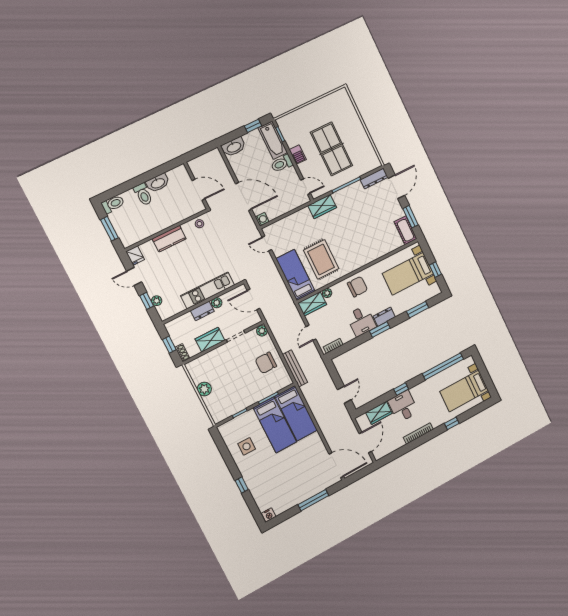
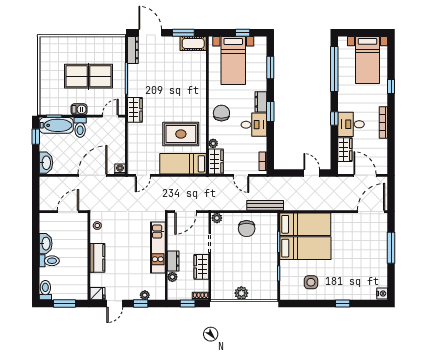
plant: (217, 303) -> (172, 277), moved

